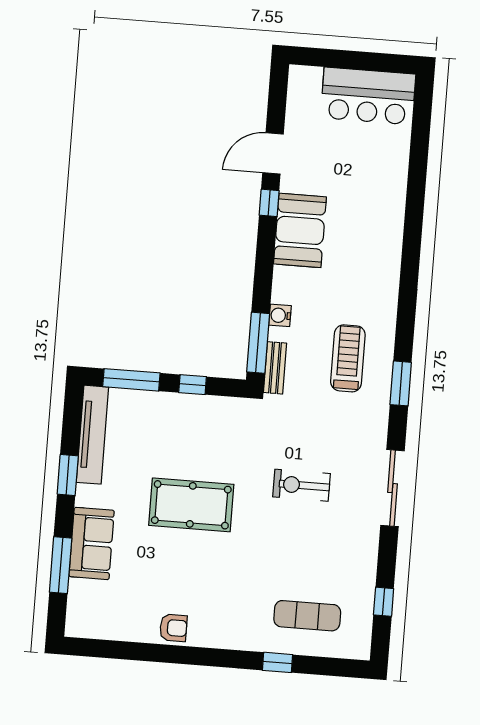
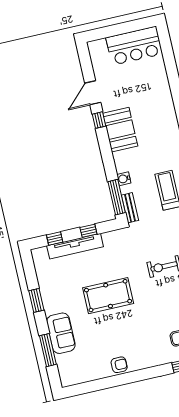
window: (131, 380) -> (55, 238), width x0.46
tv unit: (92, 435) -> (75, 246), moved, turned 90

